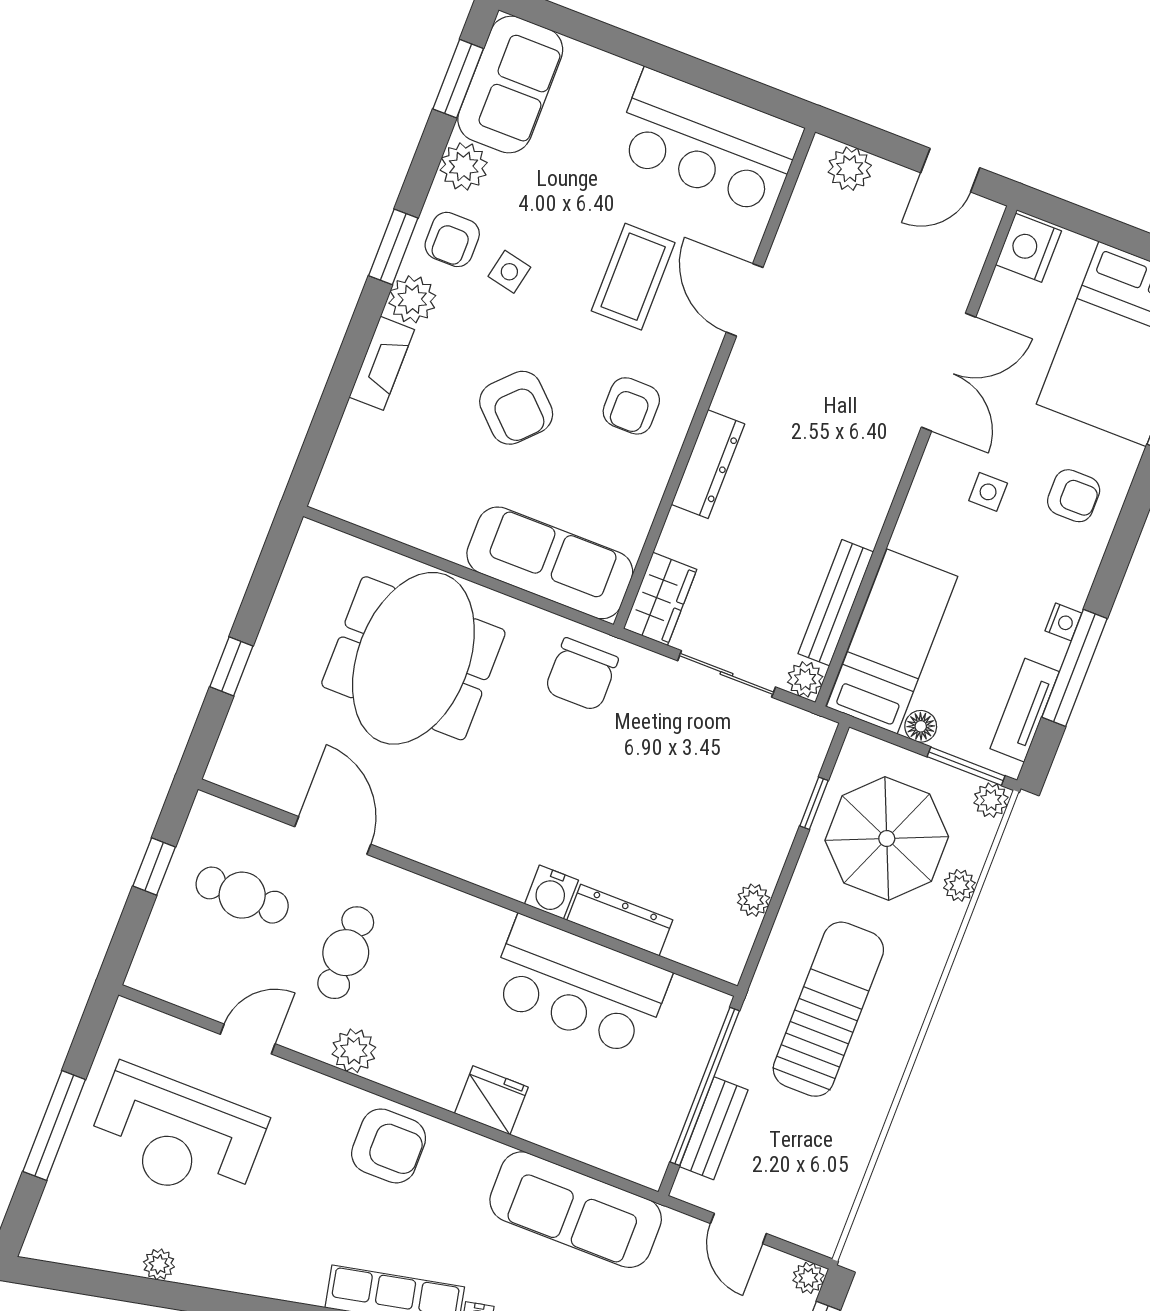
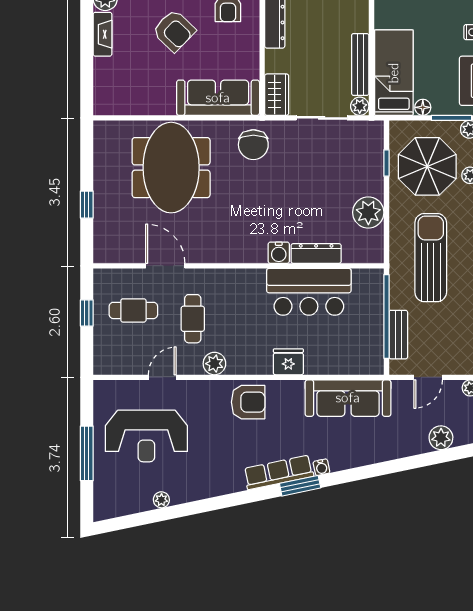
plant: (754, 900) -> (368, 212), width x1.87, depth x1.87
door: (738, 1228) -> (428, 377), hinge flipped

